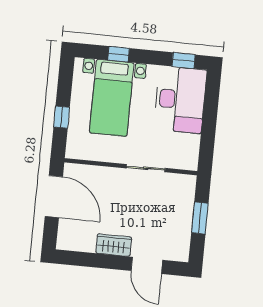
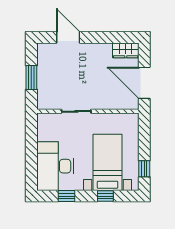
window: (183, 61) -> (67, 196), moved
window: (62, 117) -> (144, 169), moved
wardrobe: (114, 245) -> (126, 50), moved

